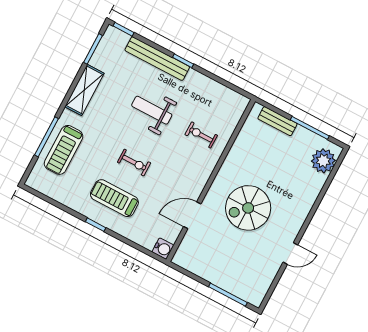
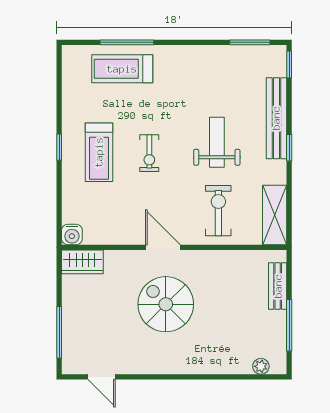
shelving: (84, 90) -> (275, 215), moved, turned 90
exercise bike: (201, 135) -> (218, 211), width x1.38, depth x1.39
plant: (323, 161) -> (261, 366), width x0.53, depth x0.53
treadmill: (114, 198) -> (99, 152), turned 180
door: (192, 215) -> (163, 247), moved
wardrobe: (186, 251) -> (82, 262), added
door: (290, 254) -> (102, 377), moved

